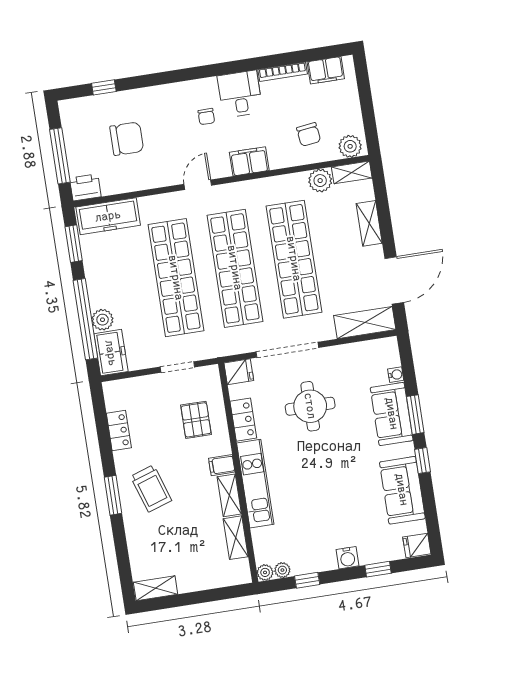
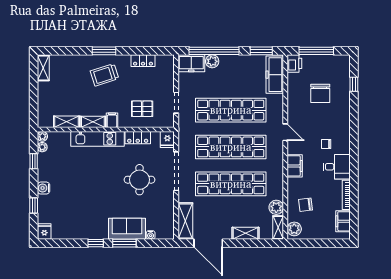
sofa: (402, 490) -> (79, 228), removed

